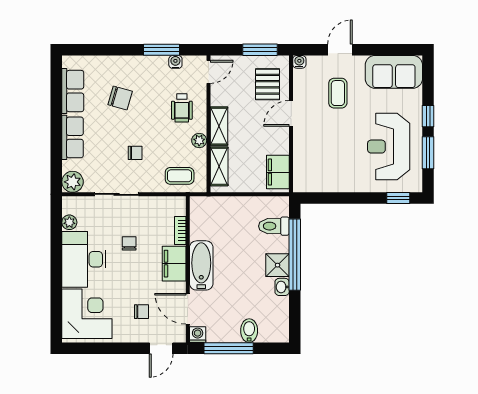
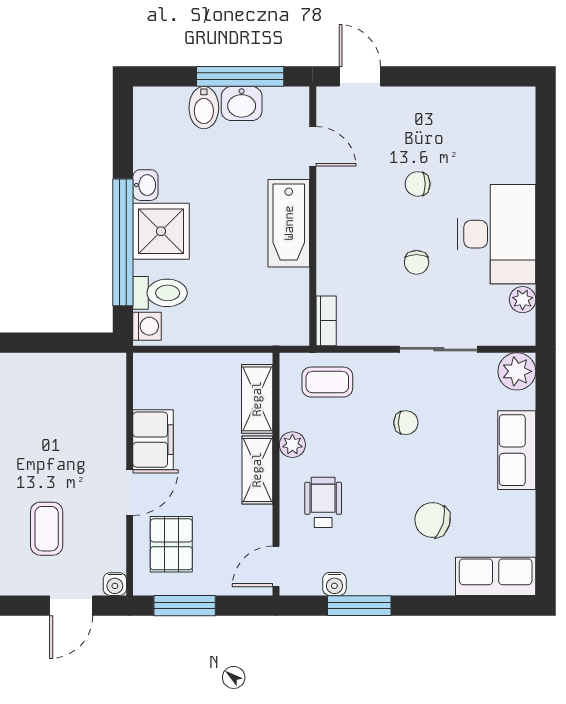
door: (340, 50) -> (71, 606), moved
row of seats: (73, 91) -> (496, 576), moved, turned 90
chair: (135, 153) -> (406, 423), turned 180
filing cabinet: (278, 172) -> (153, 440), moved
bookcase: (180, 230) -> (326, 321), moved
filing cabinet: (174, 264) -> (337, 227), removed
shower: (278, 265) -> (161, 231), width x1.36, depth x1.36
door: (188, 309) -> (313, 146), width x0.73
chair: (142, 312) -> (418, 184), moved
corner desk: (87, 314) -> (492, 138), removed
washbasin: (228, 333) -> (242, 104), added
washing machine: (198, 335) -> (147, 326), moved, turned -90
door: (161, 348) -> (360, 76), hinge flipped

